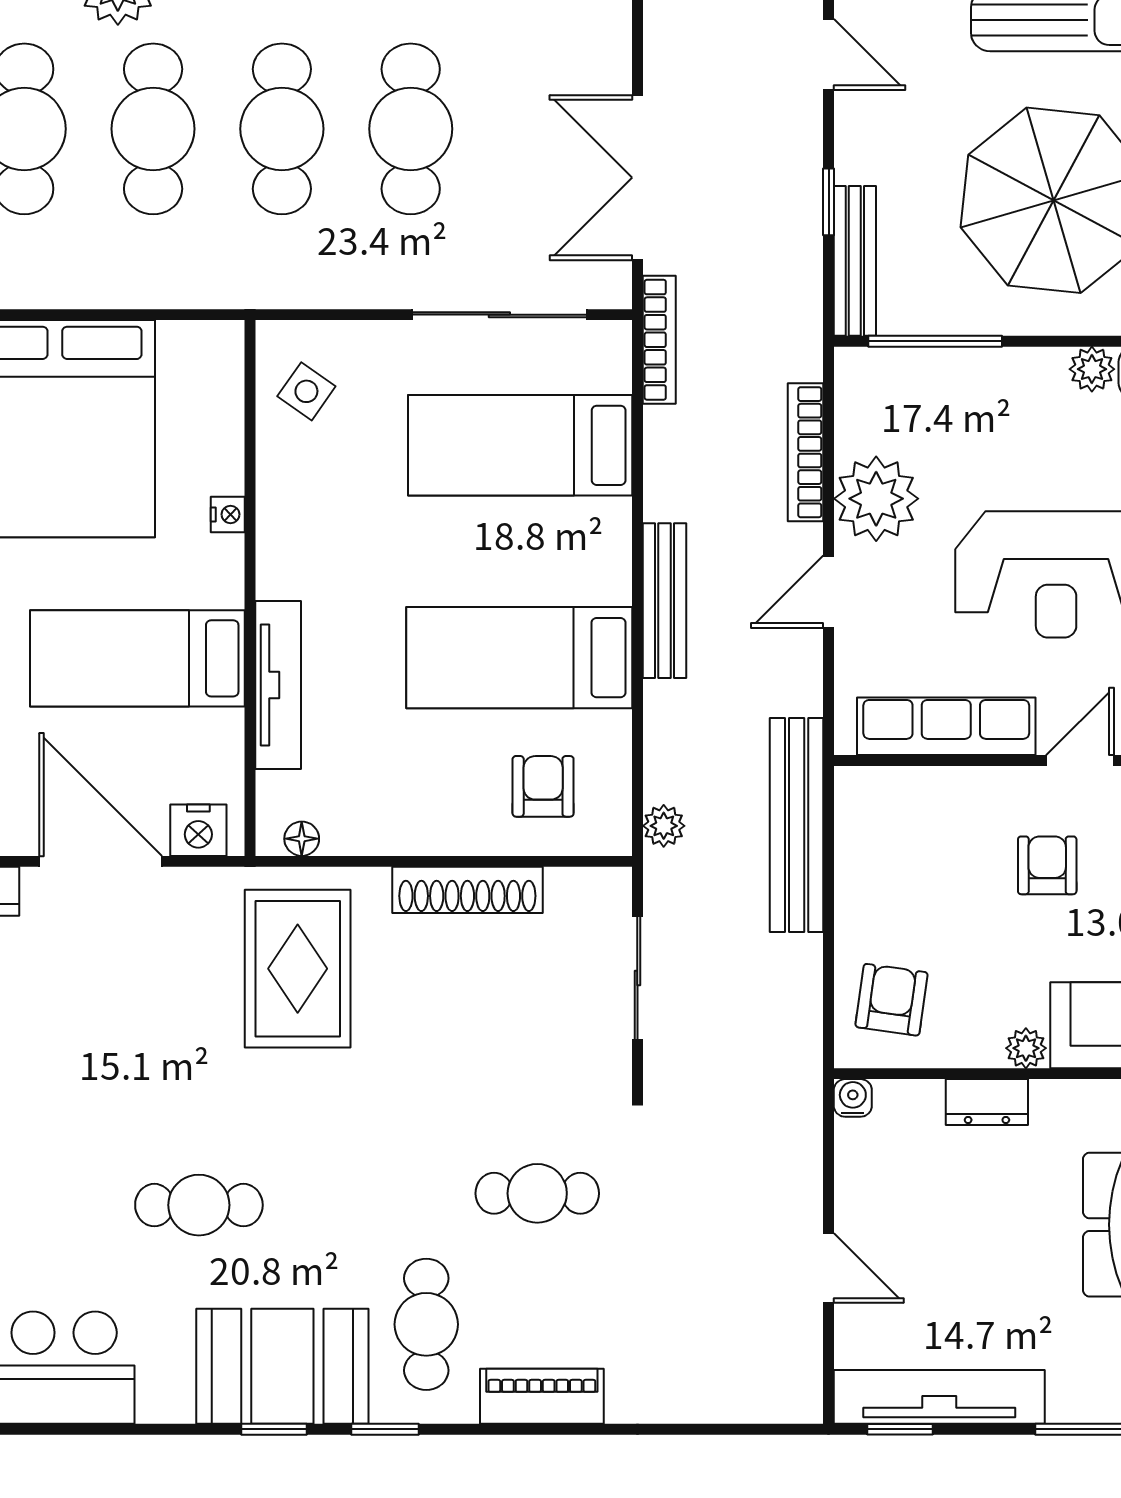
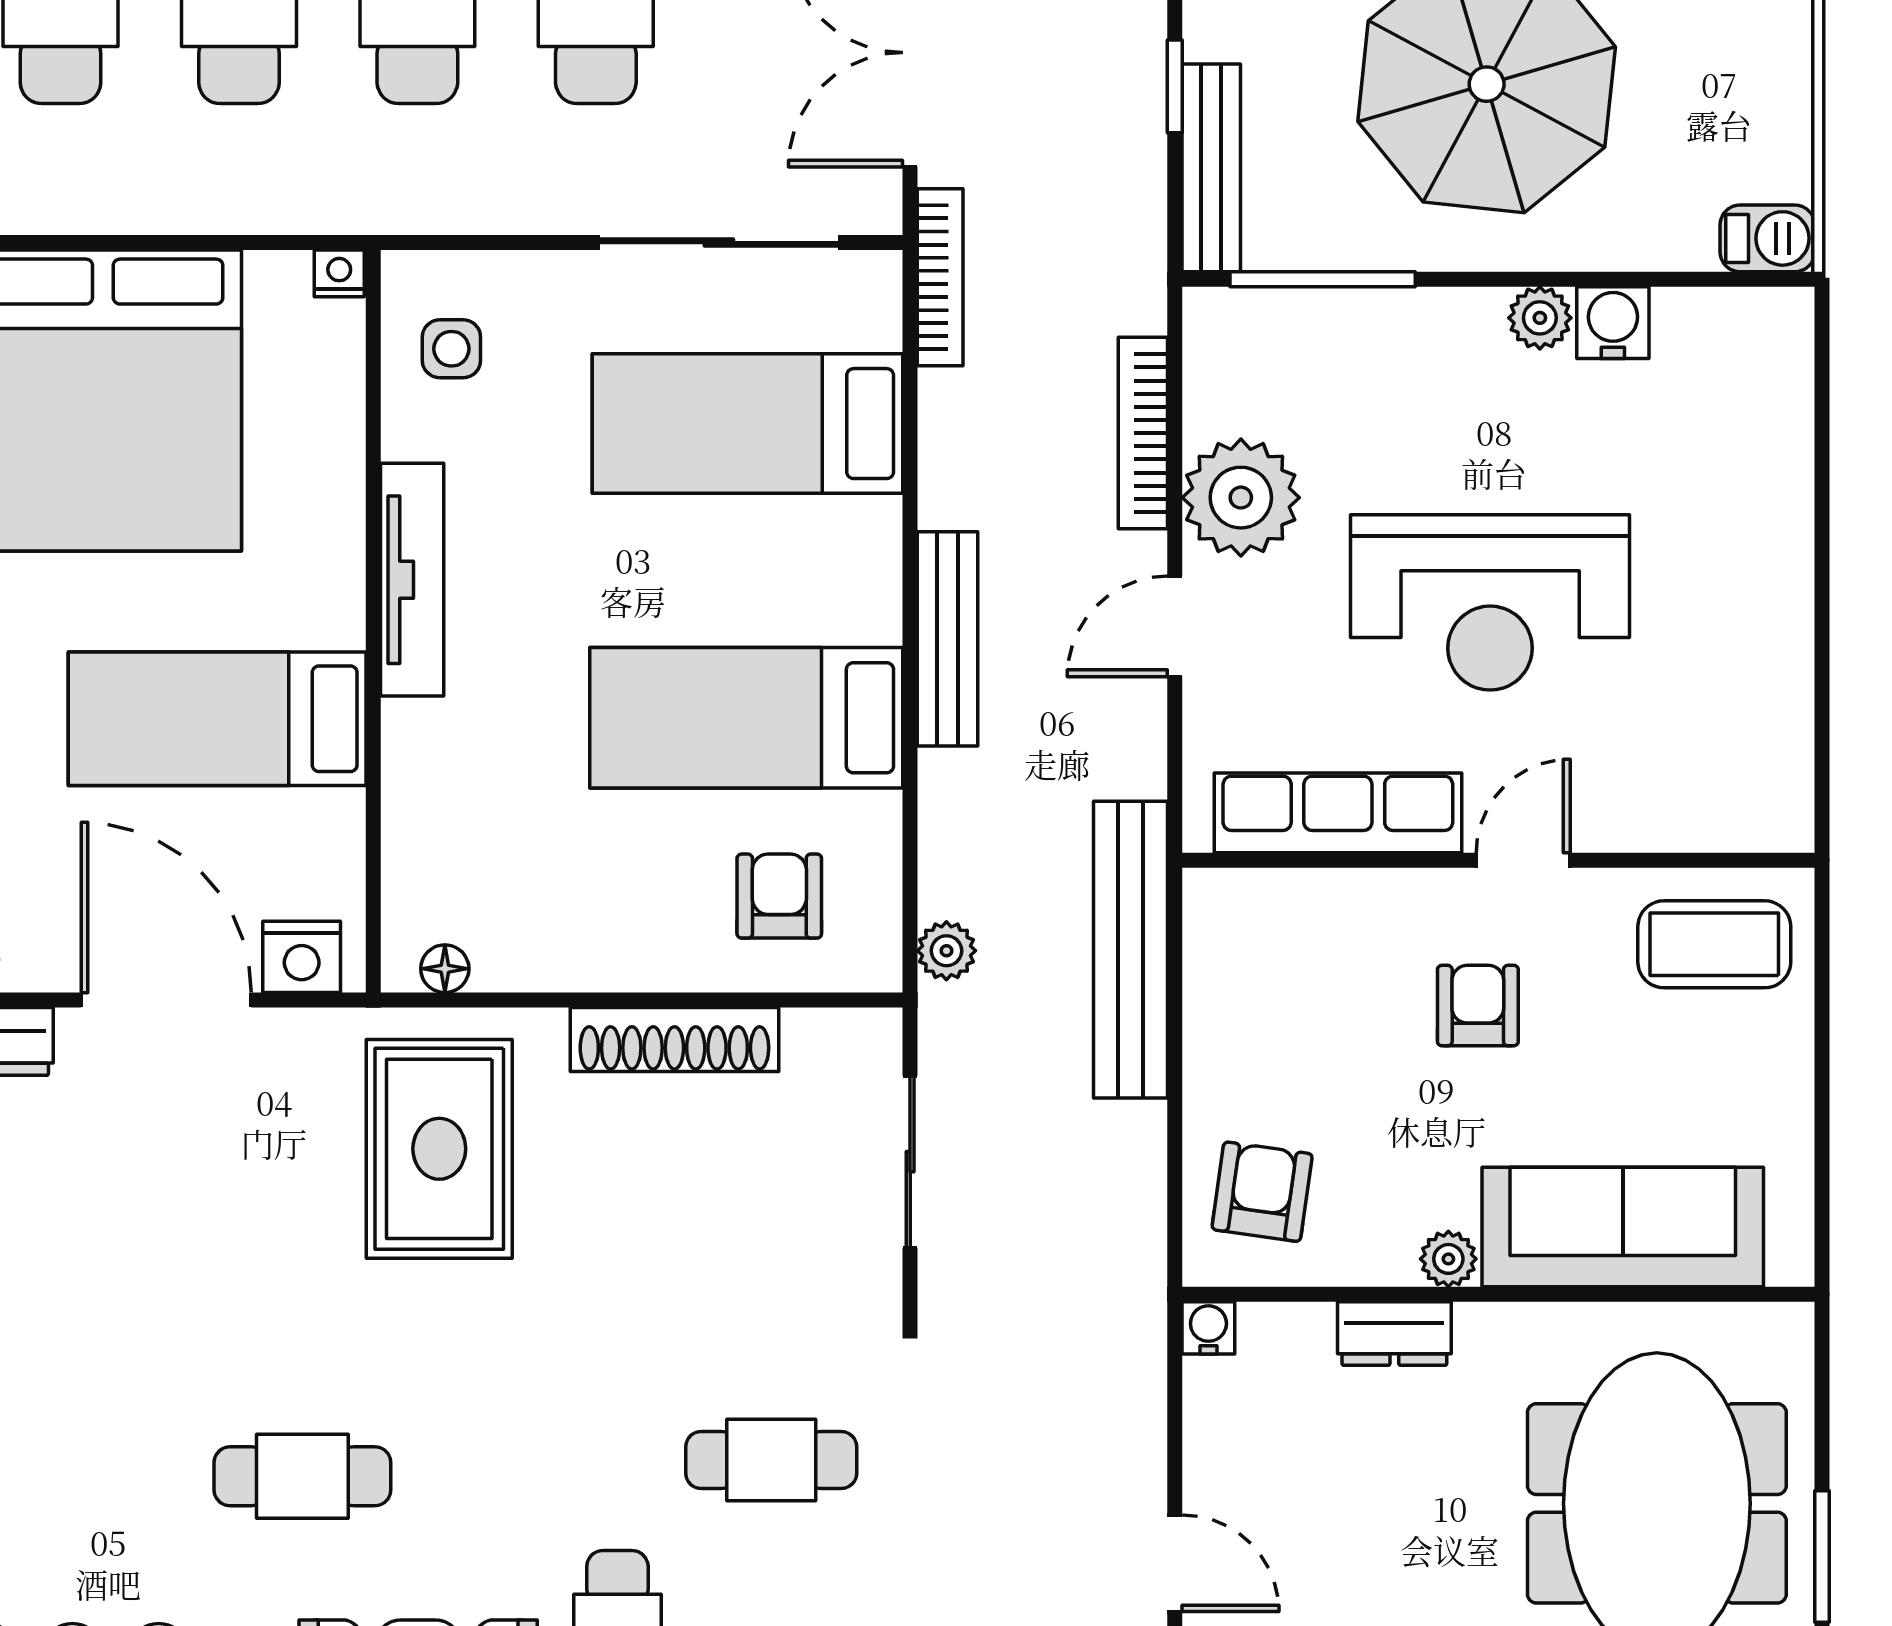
side table: (306, 391) -> (451, 349), turned -35
nightstand: (228, 514) -> (339, 273), moved, turned -90
tv unit: (278, 685) -> (412, 580), moved

